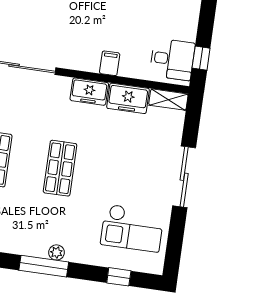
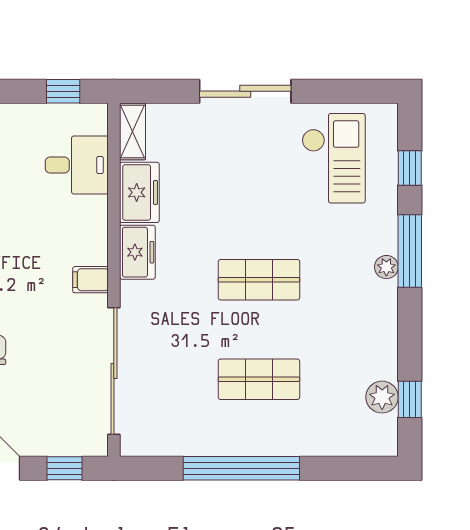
desk: (172, 59) -> (77, 165), moved, turned 90
filing cabinet: (110, 63) -> (90, 280), moved
window: (44, 266) -> (410, 251), moved

